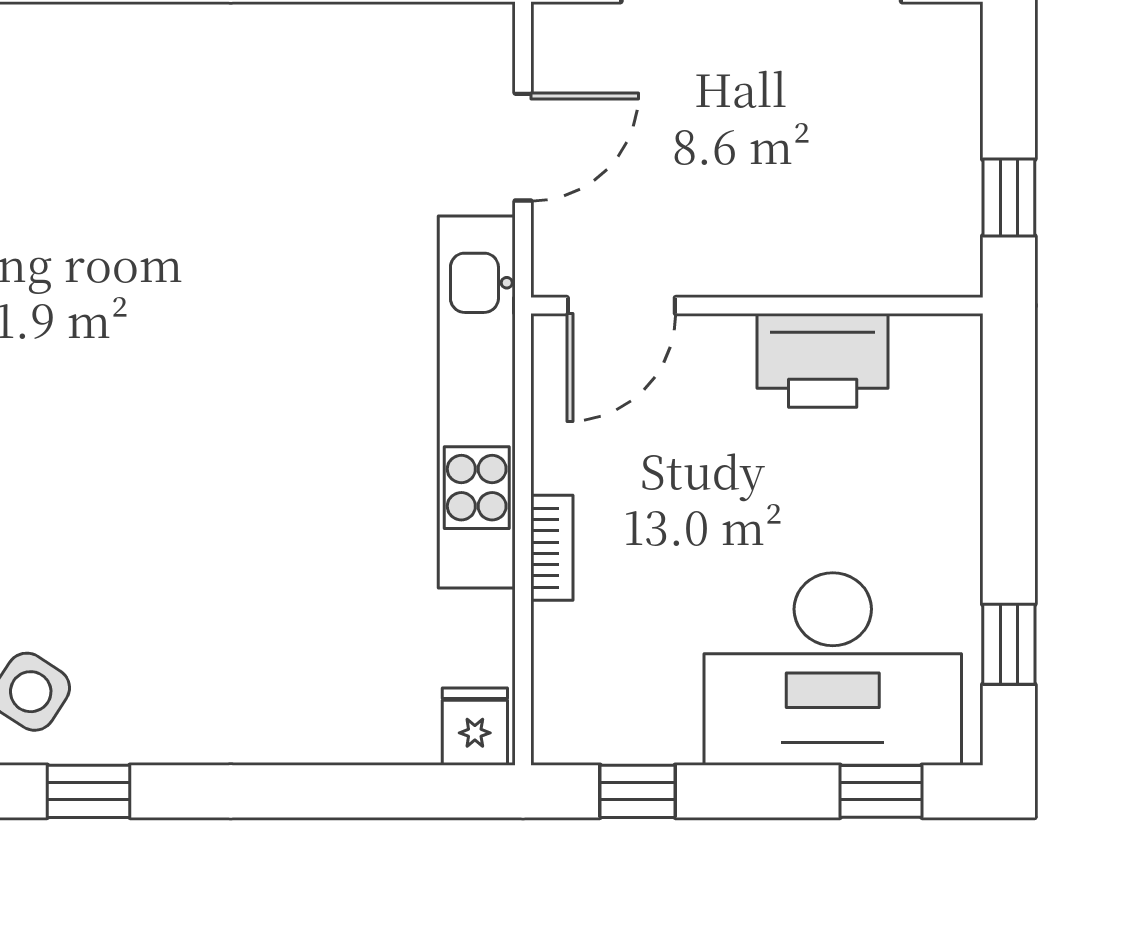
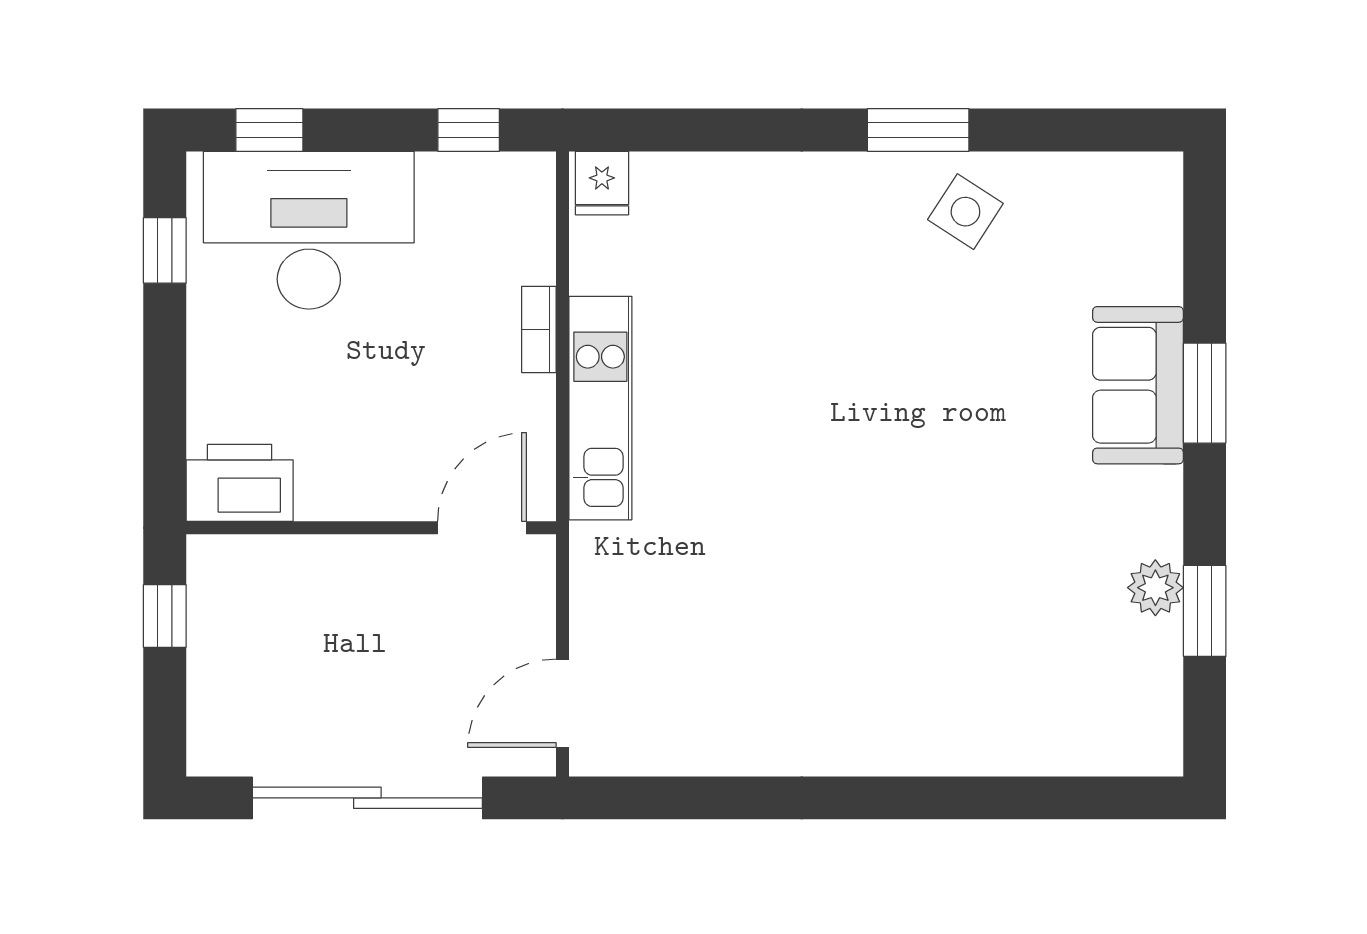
door: (523, 147) -> (562, 703), moved
printer: (823, 360) -> (240, 483), moved
kitchen unit: (477, 402) -> (600, 408), width x0.73
window: (89, 791) -> (918, 130), width x1.50

